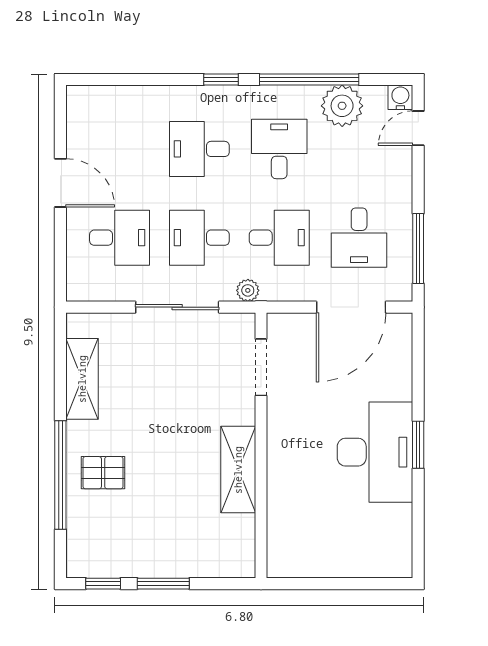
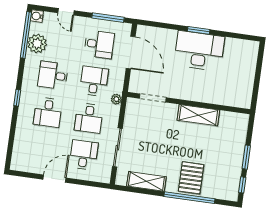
window: (309, 79) -> (26, 35), moved
door: (418, 128) -> (66, 12), moved
sliding door: (177, 307) -> (117, 148), moved
pallet: (103, 473) -> (191, 178), width x1.50, depth x1.42

